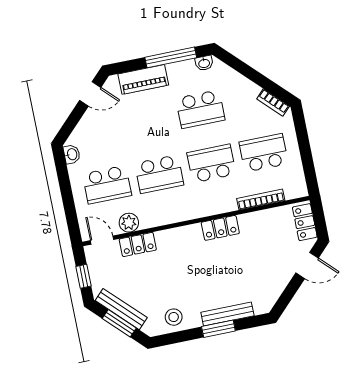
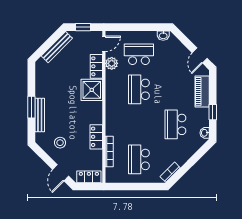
window: (171, 57) -> (213, 112), width x0.46
school desk: (264, 153) -> (139, 159), turned 180
school desk: (211, 163) -> (139, 124), removed
school desk: (107, 185) -> (139, 54), turned 90
locker: (220, 228) -> (96, 137), moved
shower: (174, 244) -> (92, 90), added
stool: (174, 317) -> (60, 143), moved
window: (119, 323) -> (48, 44), removed

